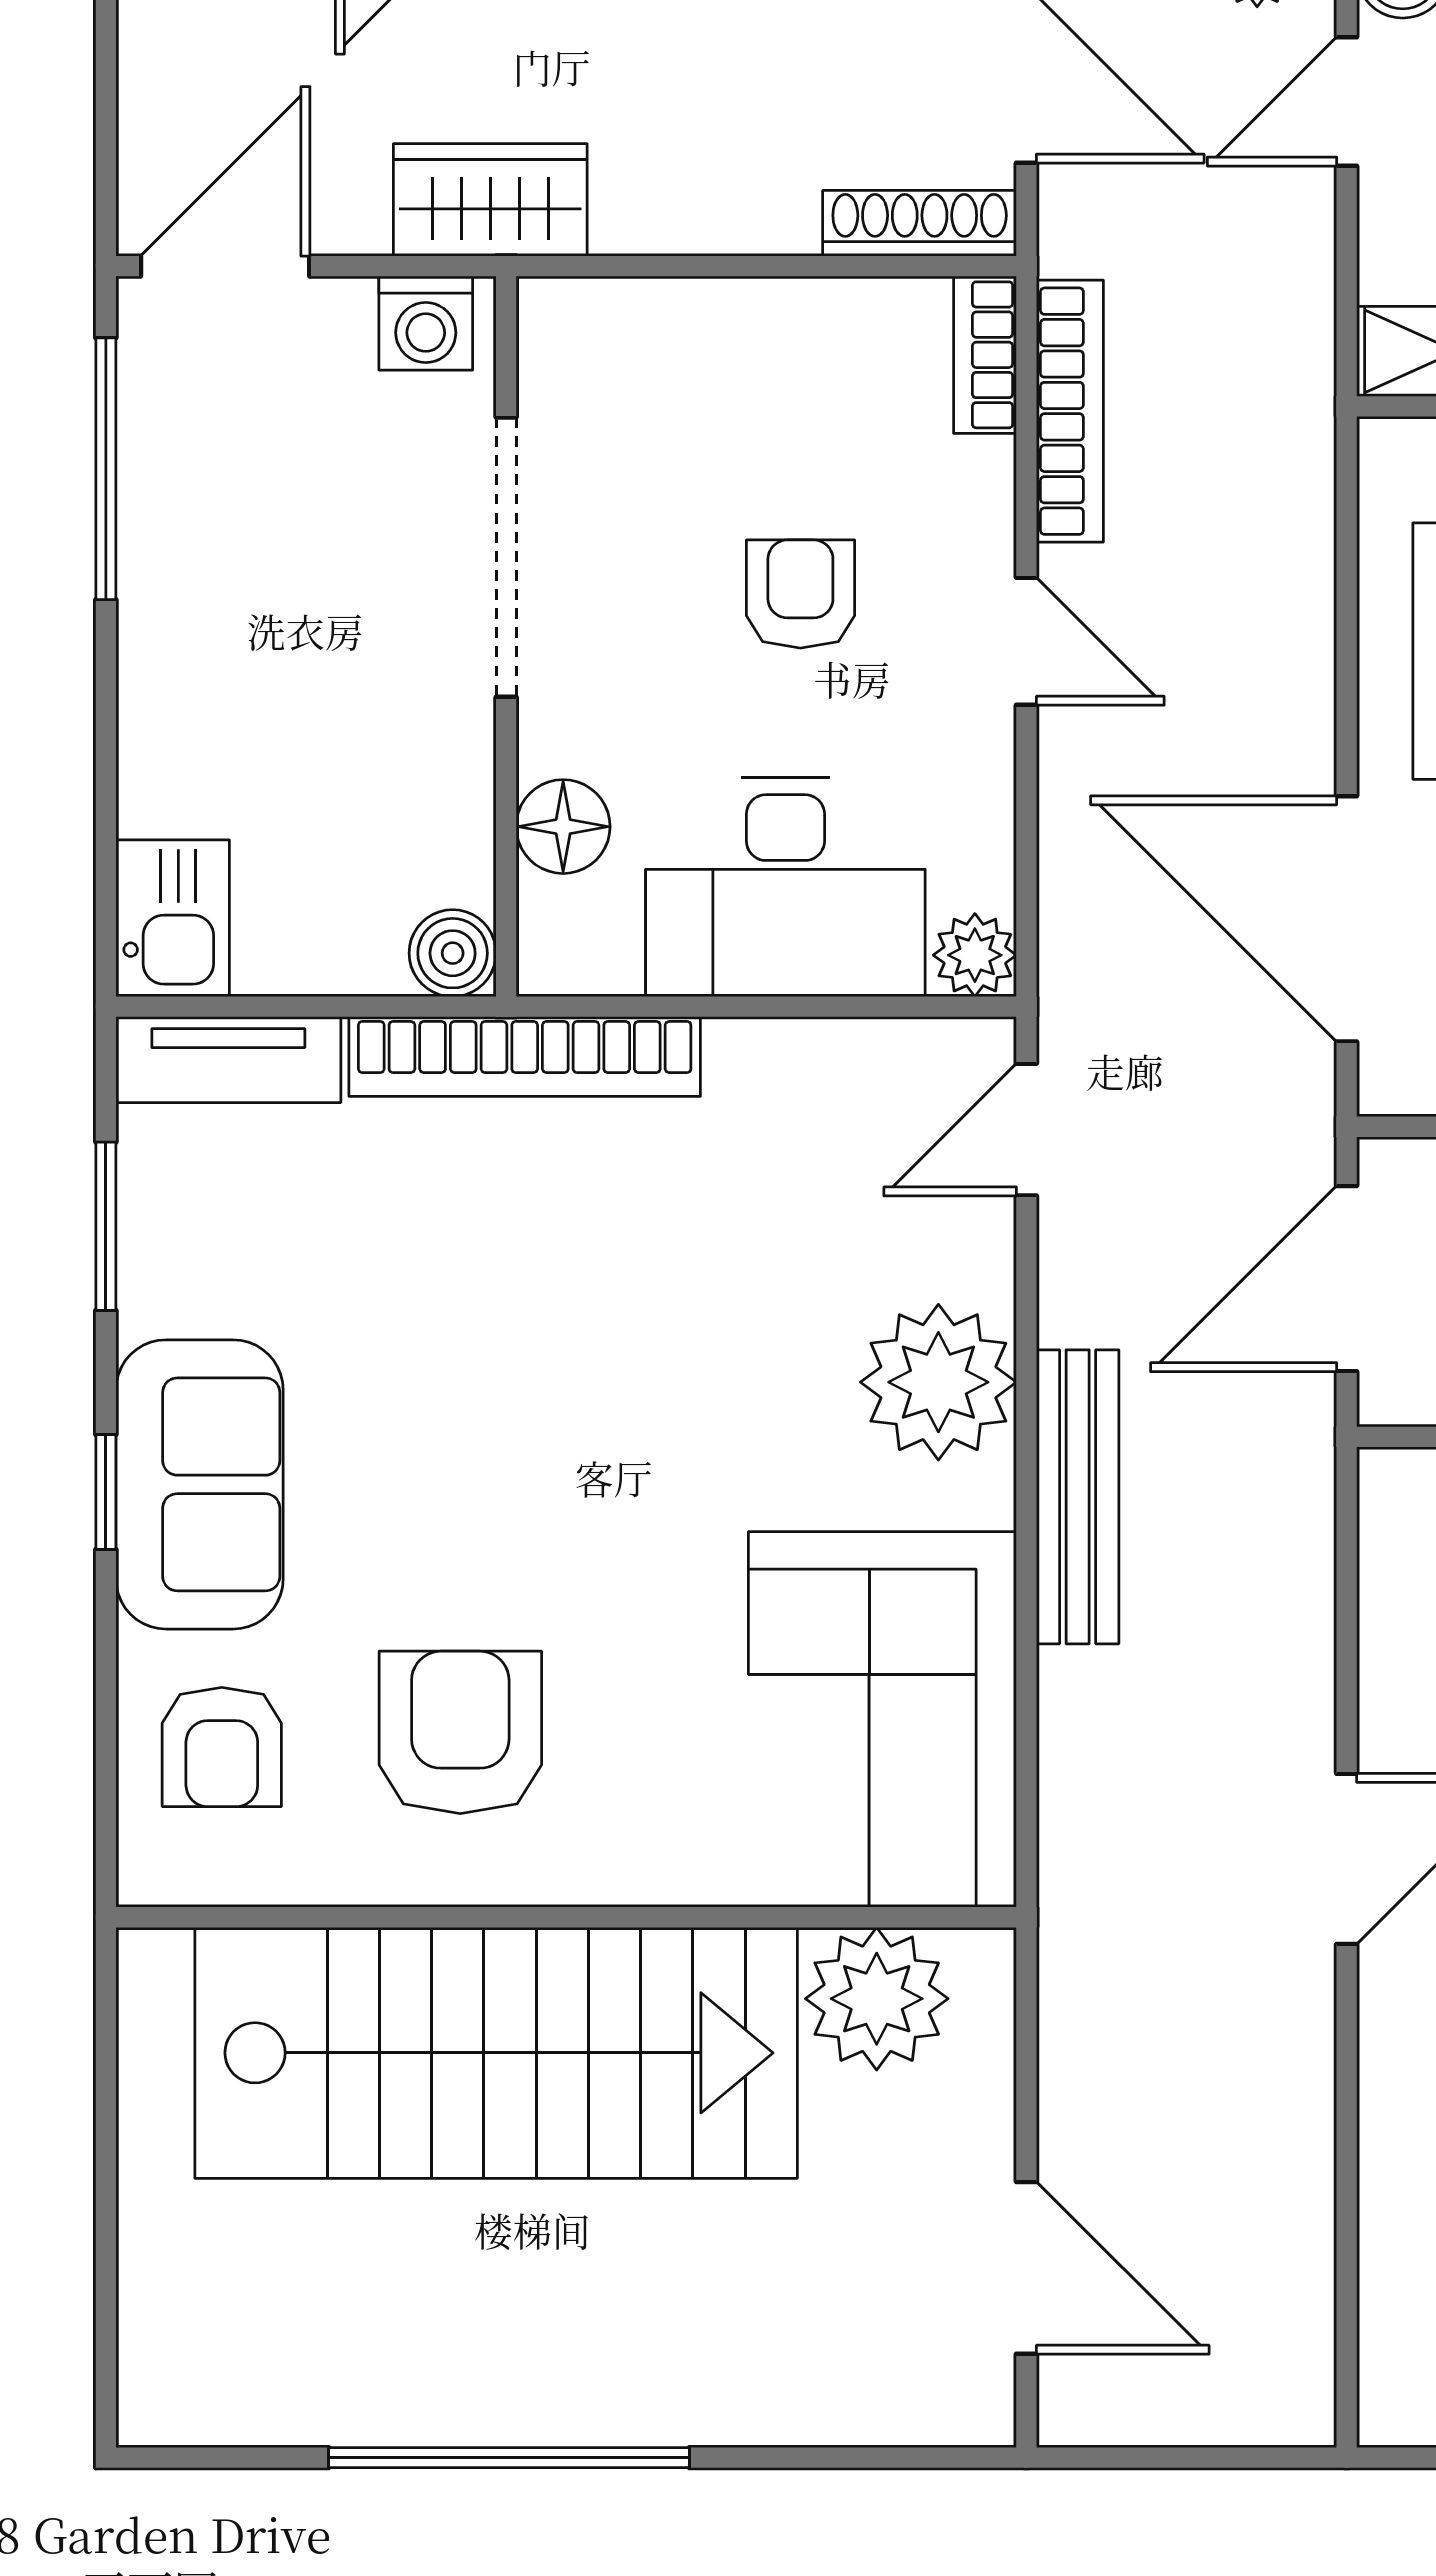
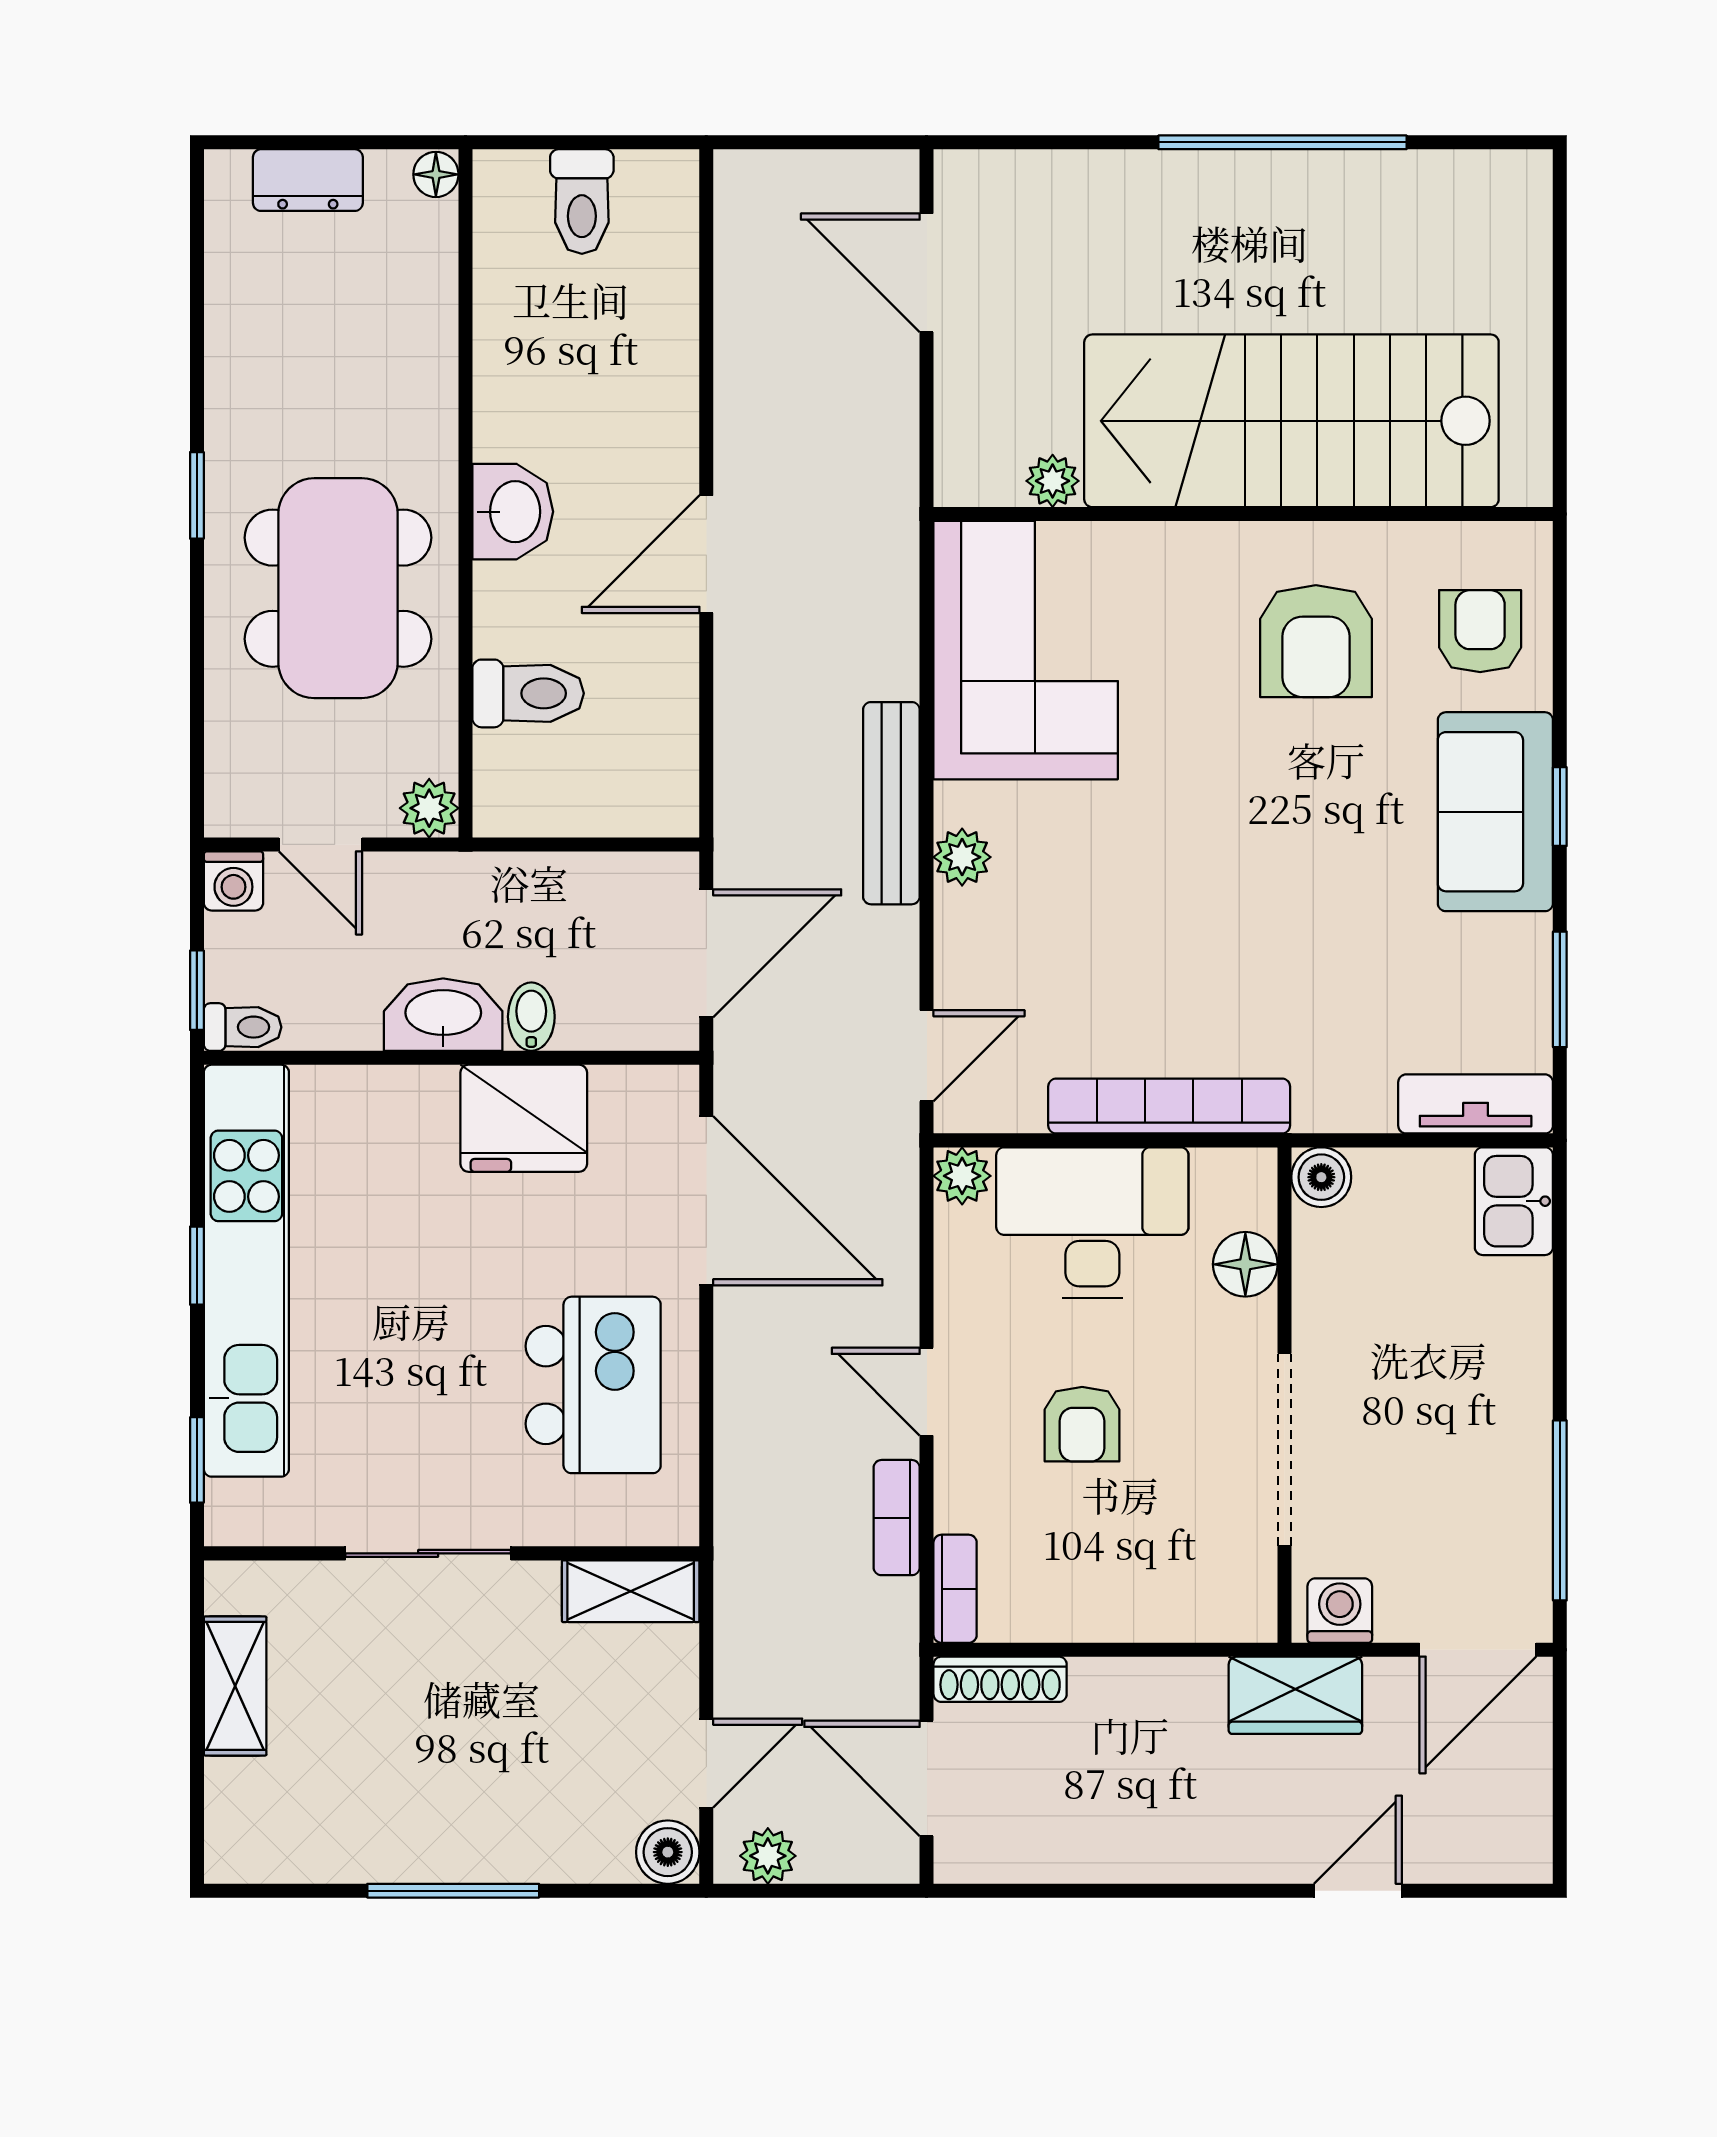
bookcase: (1070, 411) -> (897, 1518), width x0.64
bookcase: (525, 1057) -> (1169, 1106), moved
plant: (938, 1382) -> (962, 857), width x0.53, depth x0.53
plant: (877, 1999) -> (1053, 481), width x0.53, depth x0.53

